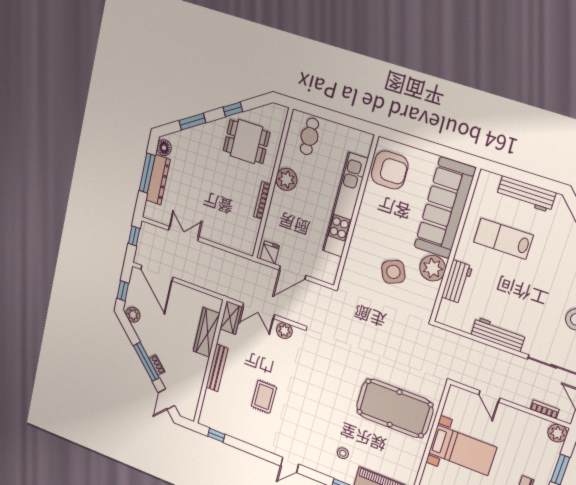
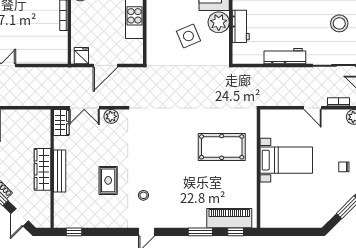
wardrobe: (206, 332) -> (42, 169), moved
door: (489, 396) -> (313, 108), moved
pool table: (395, 408) -> (222, 147), width x0.73, depth x0.76
stool: (343, 453) -> (143, 195), moved

